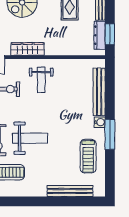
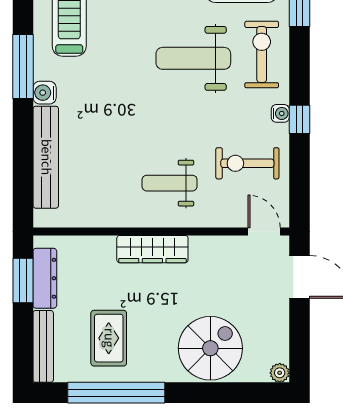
wardrobe: (28, 49) -> (152, 249), moved
weight bench: (41, 80) -> (170, 183), turned -90

